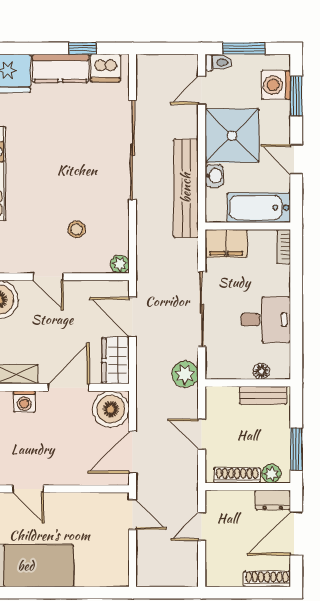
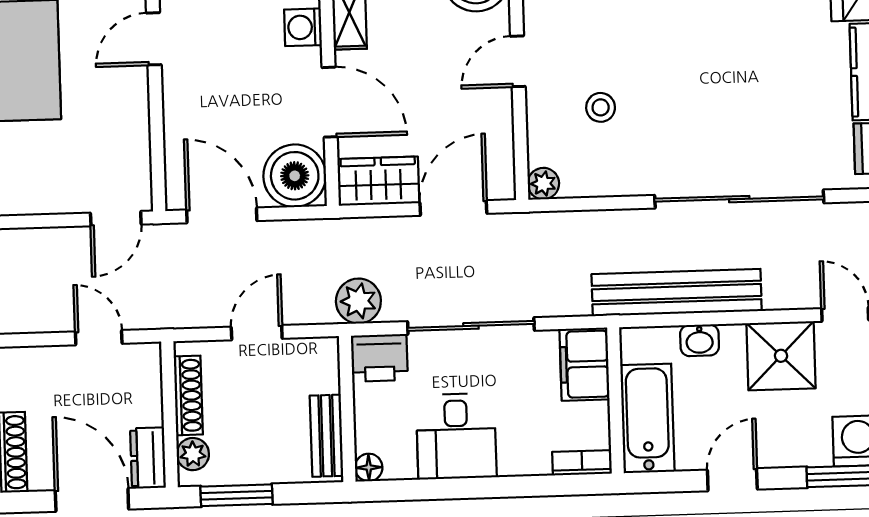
shower: (232, 136) -> (781, 356), width x0.73, depth x0.73
printer: (219, 363) -> (379, 358), added
floor lamp: (261, 371) -> (369, 467), moved

